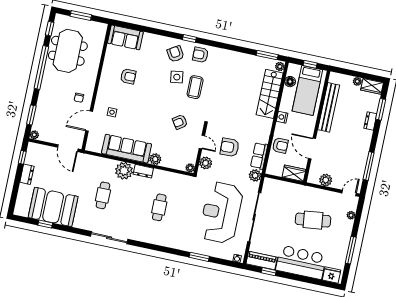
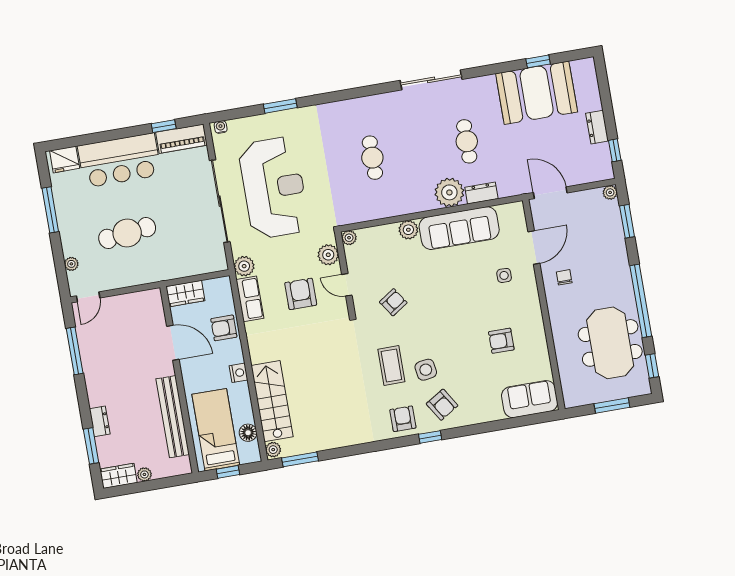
armchair: (201, 55) -> (403, 419), turned -90
armchair: (230, 147) -> (301, 294), turned -88
dresser: (143, 171) -> (481, 193), moved
plant: (326, 180) -> (132, 303), removed

